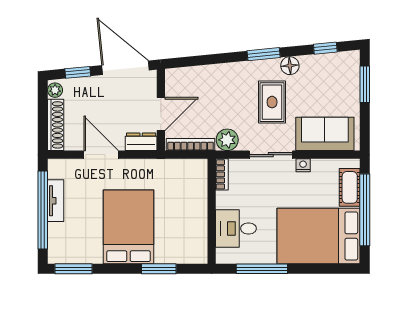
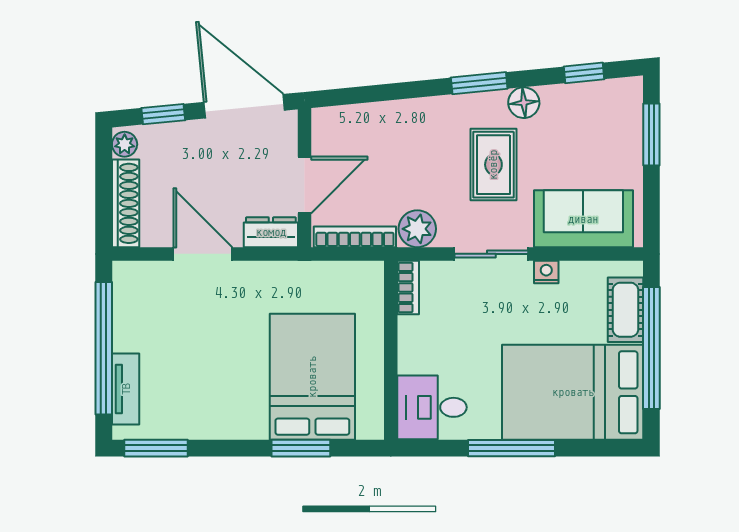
tv unit: (56, 201) -> (126, 389), moved
bed: (128, 227) -> (312, 377), moved
desk: (236, 228) -> (432, 407), moved
window: (262, 269) -> (512, 448), moved

